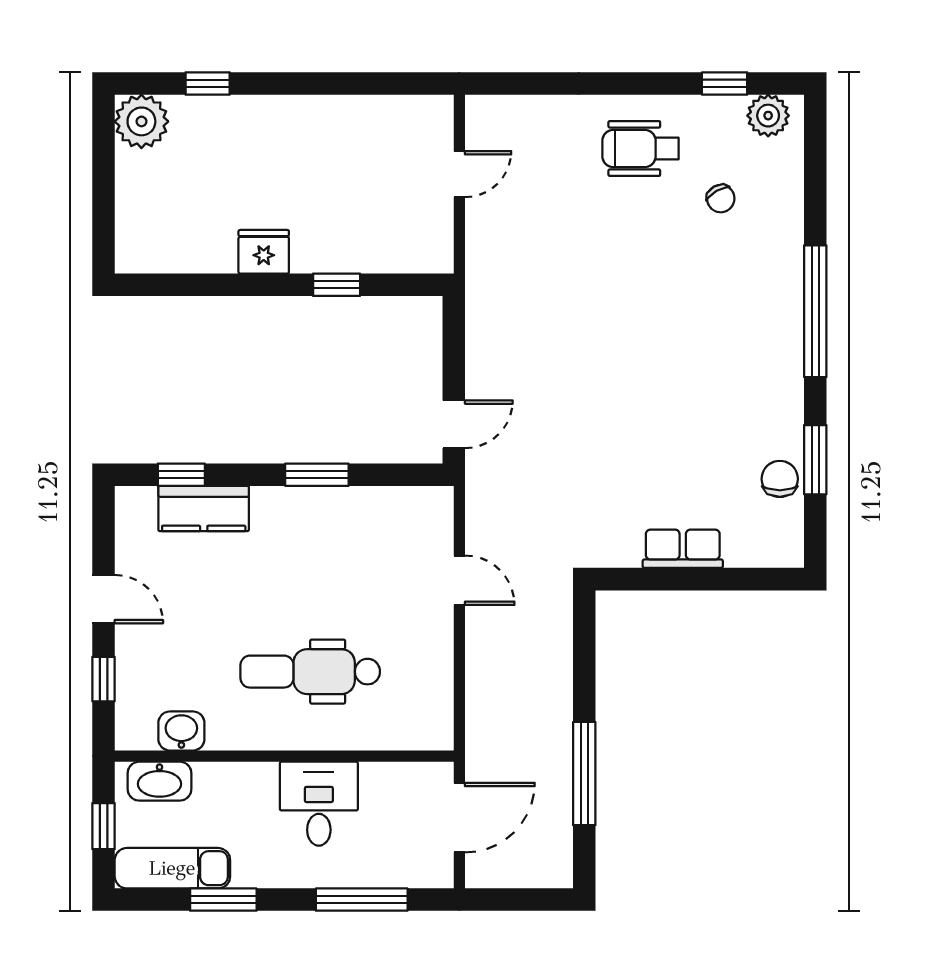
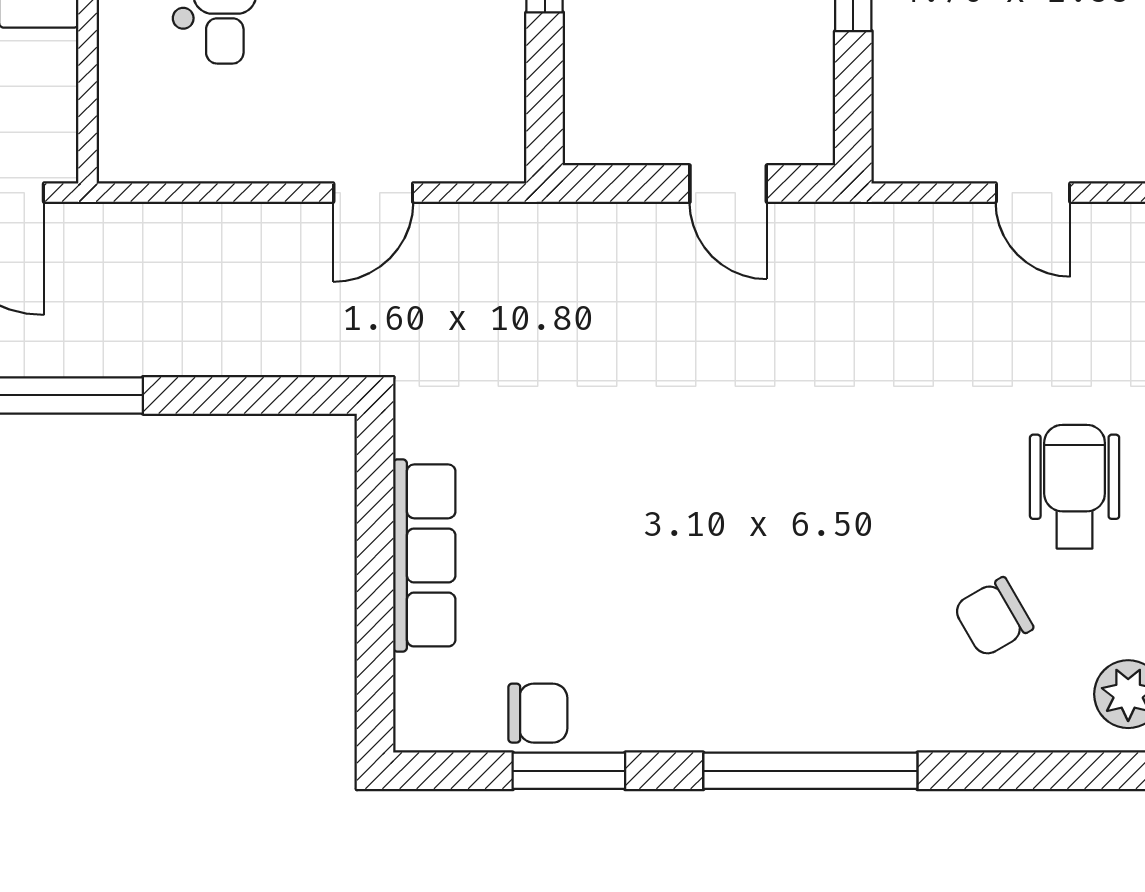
chair: (721, 199) -> (993, 617), width x1.37, depth x1.37
door: (454, 424) -> (728, 184), moved
row of seats: (683, 549) -> (424, 555), width x1.48

